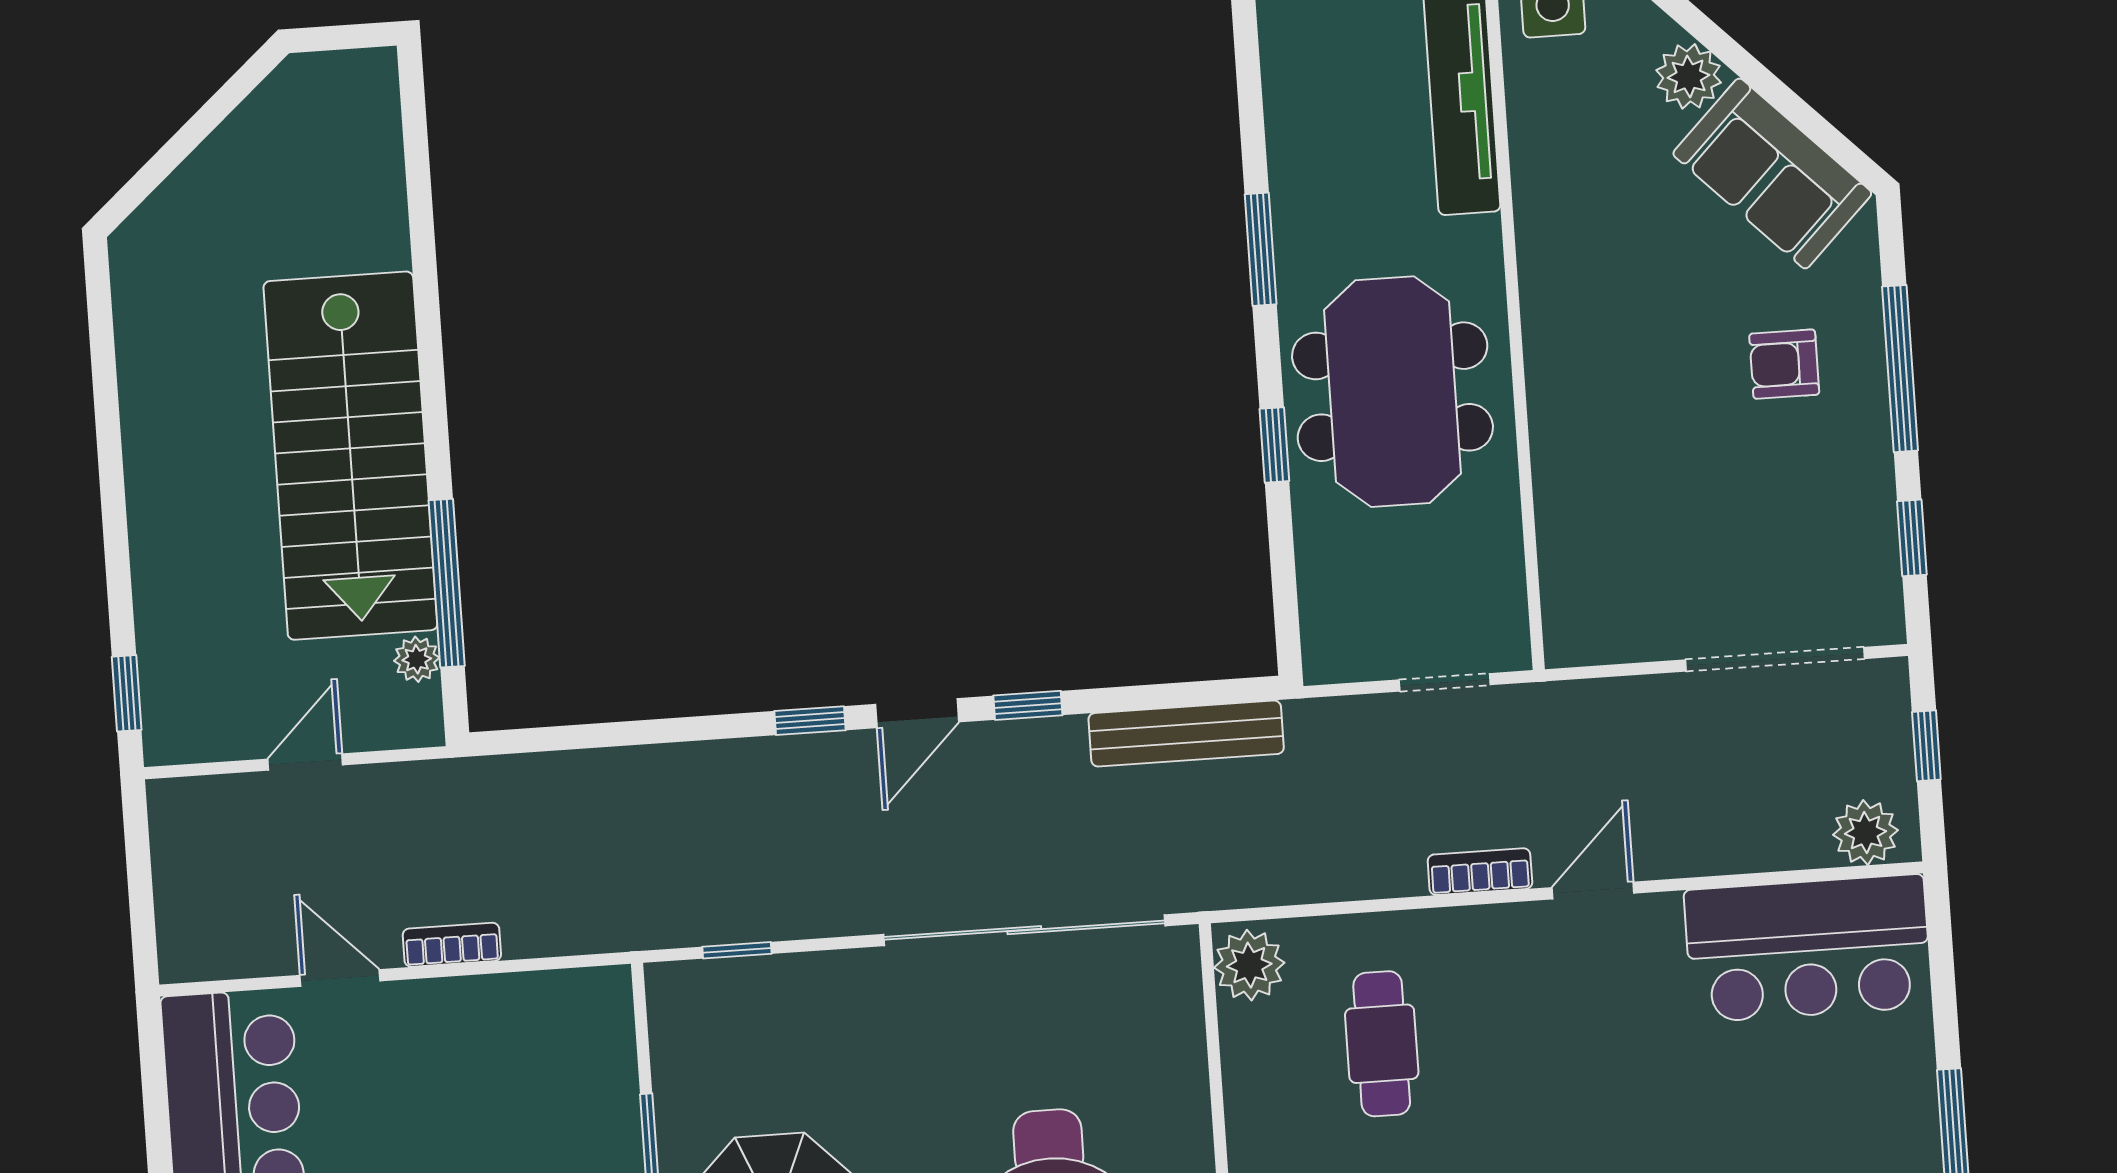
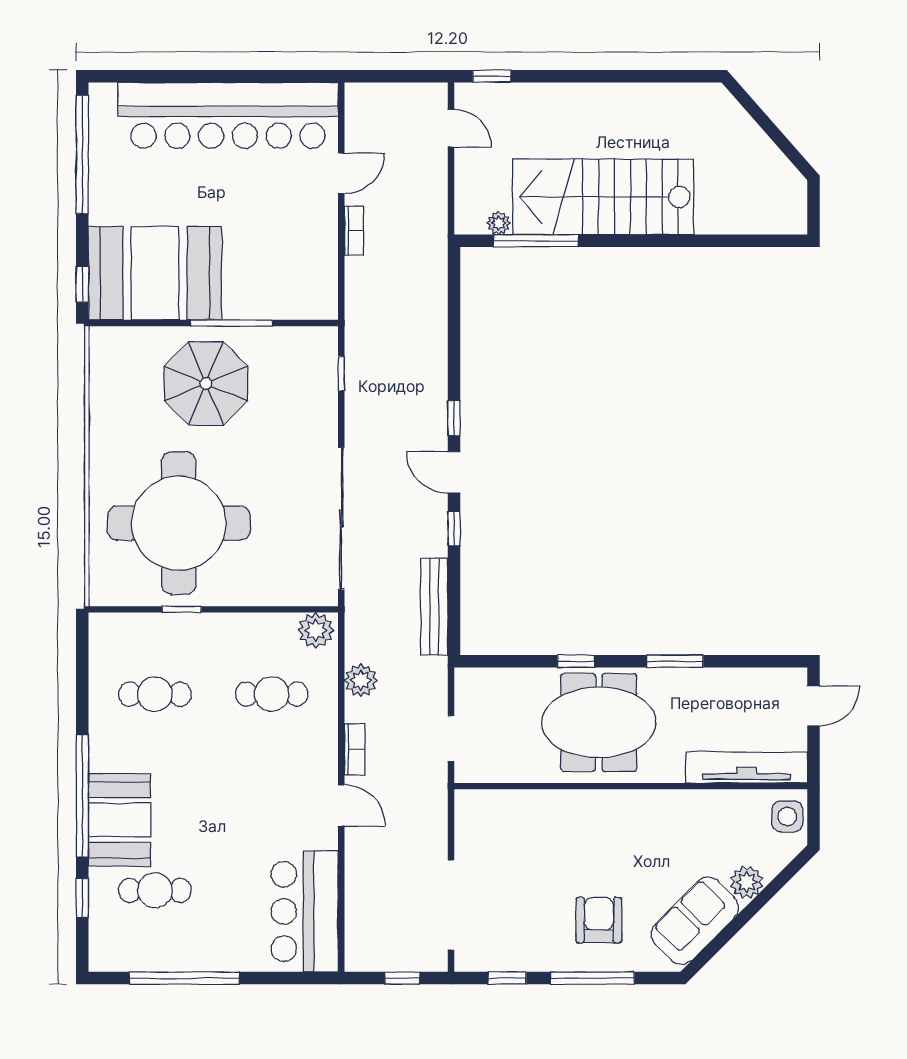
armchair: (1784, 364) -> (599, 920), width x1.38, depth x1.38
door: (305, 762) -> (451, 128), moved
plant: (1865, 832) -> (361, 680), moved

